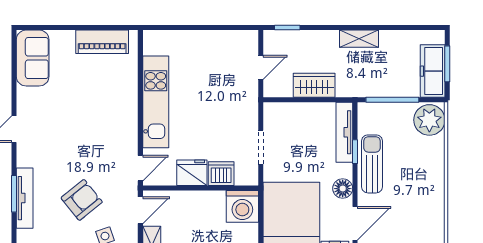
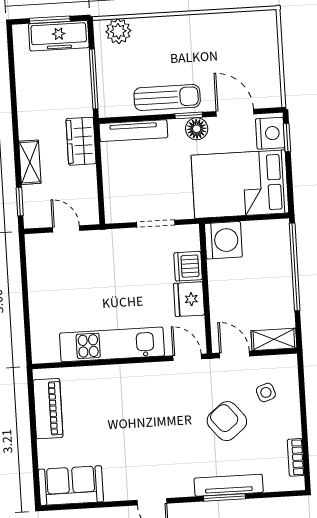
shelving: (359, 39) -> (30, 162), moved
wardrobe: (314, 85) -> (81, 141), moved
plant: (429, 120) -> (118, 31), width x0.73, depth x0.73
window: (355, 152) -> (189, 115), moved
sun lounger: (372, 164) -> (167, 97), turned 180

